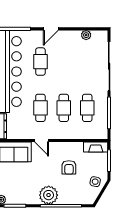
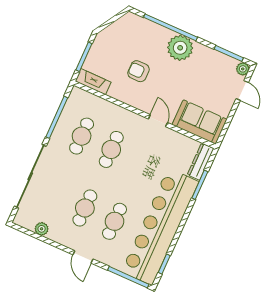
door: (51, 29) -> (83, 257), swing flipped
cafe table: (40, 108) -> (85, 208), moved
armchair: (69, 167) -> (139, 71), turned -90
side table: (95, 182) -> (113, 38), removed

